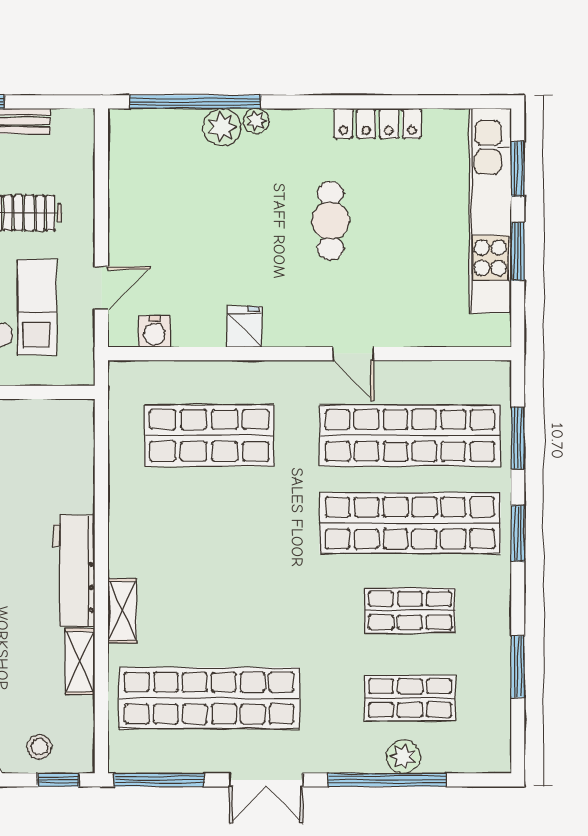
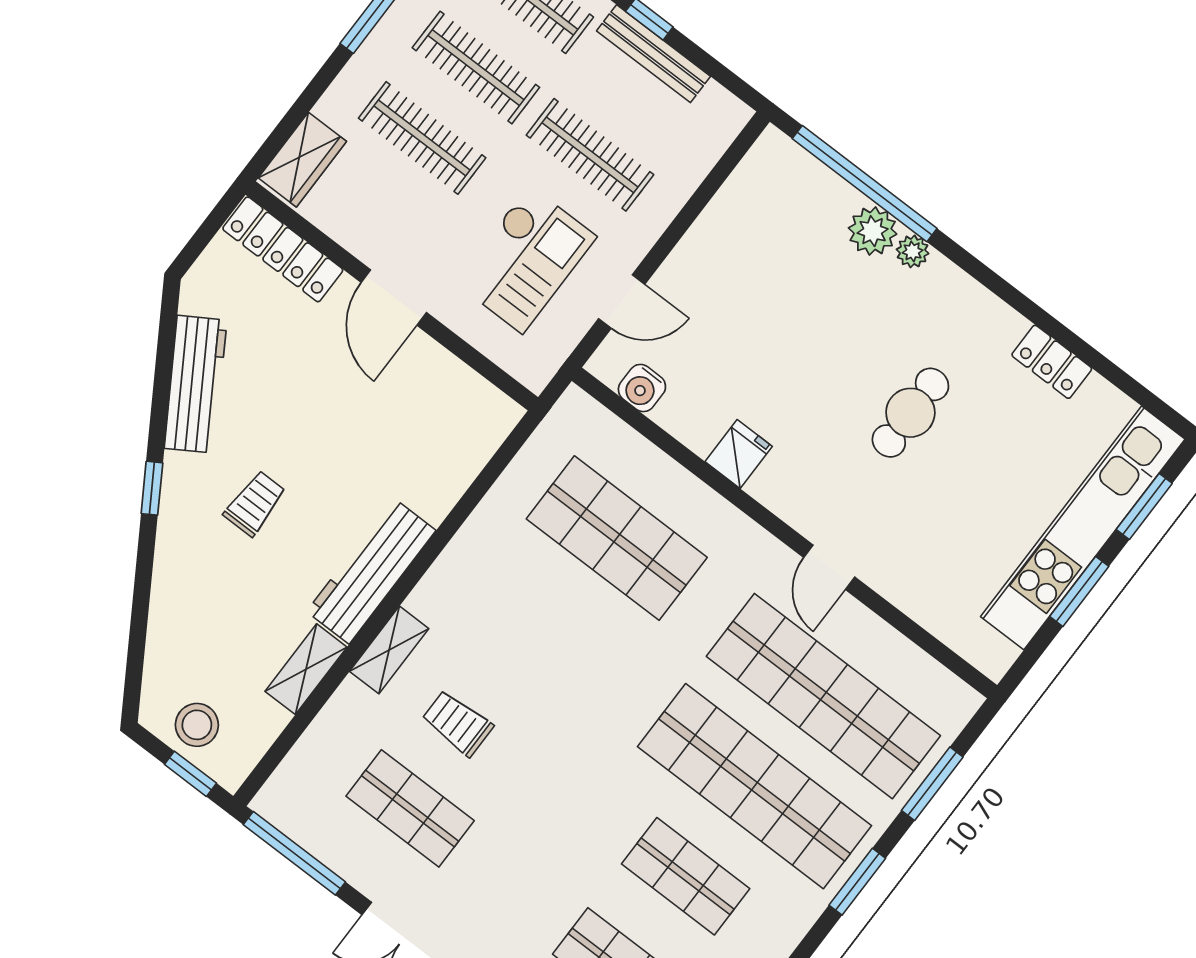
locker: (378, 123) -> (1052, 362), width x0.66
trolley: (198, 624) -> (457, 723), added
shop shelf: (209, 698) -> (410, 808), width x0.50, depth x0.74
stool: (39, 747) -> (197, 725), width x1.37, depth x1.37

